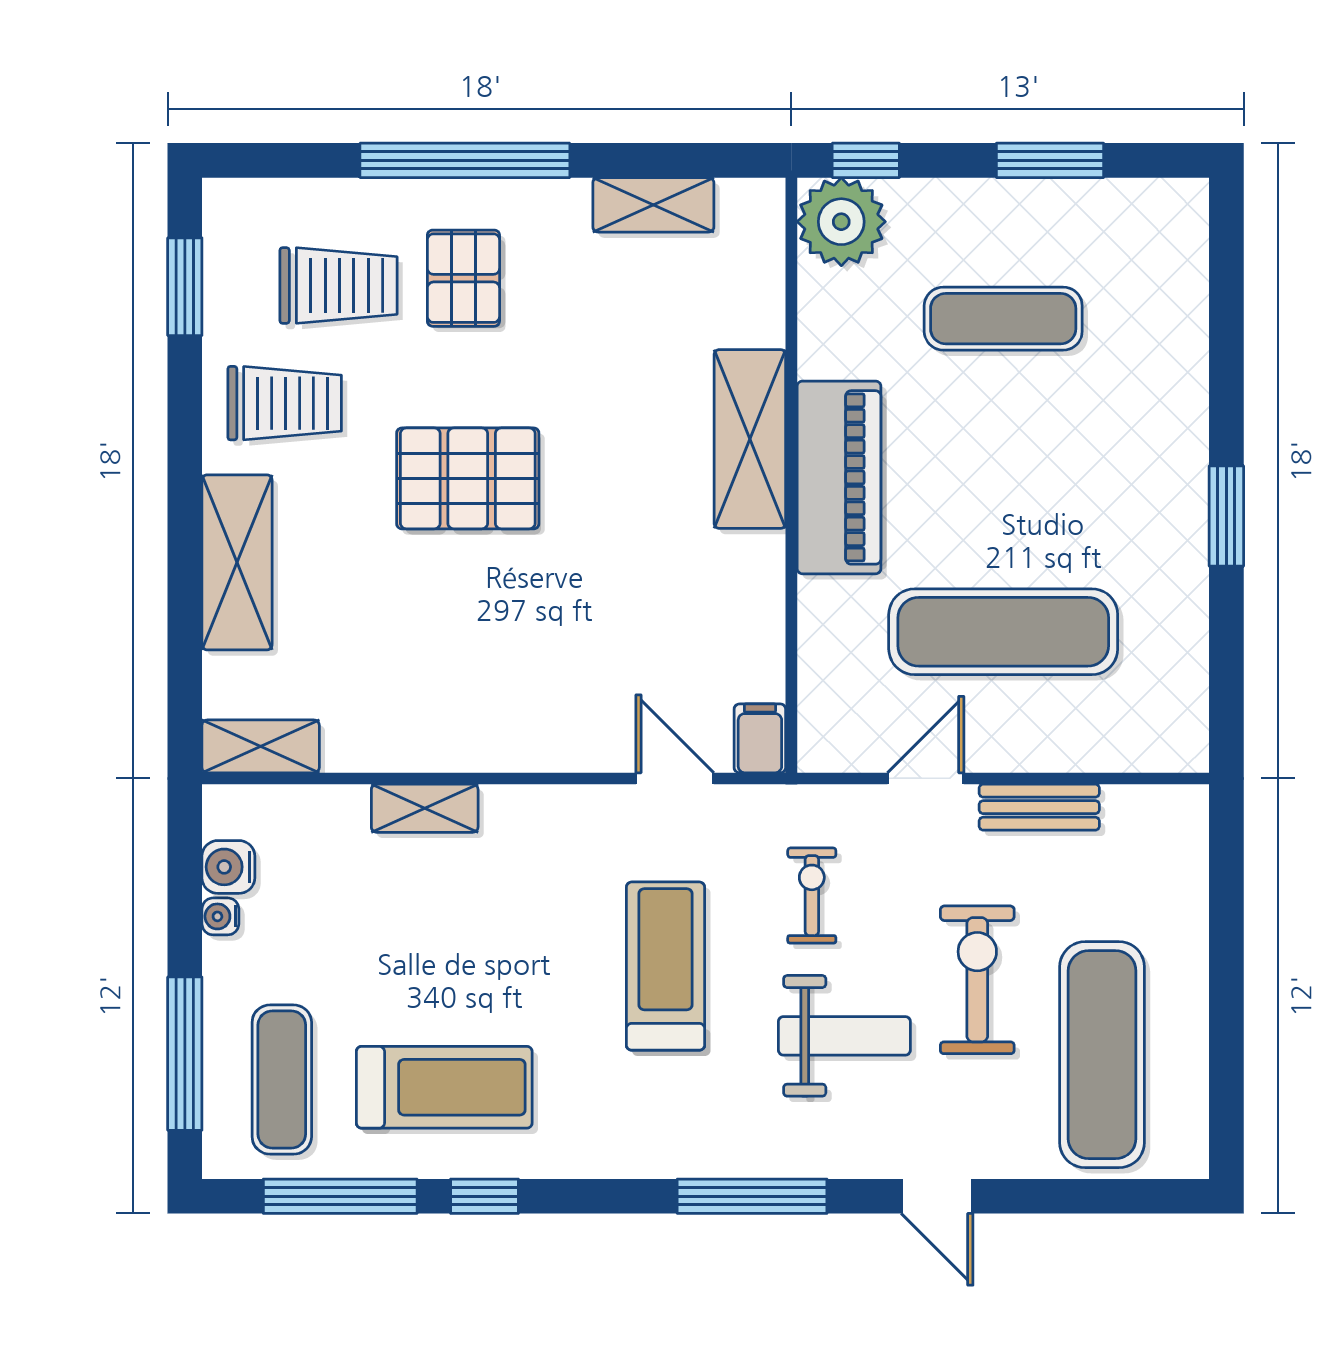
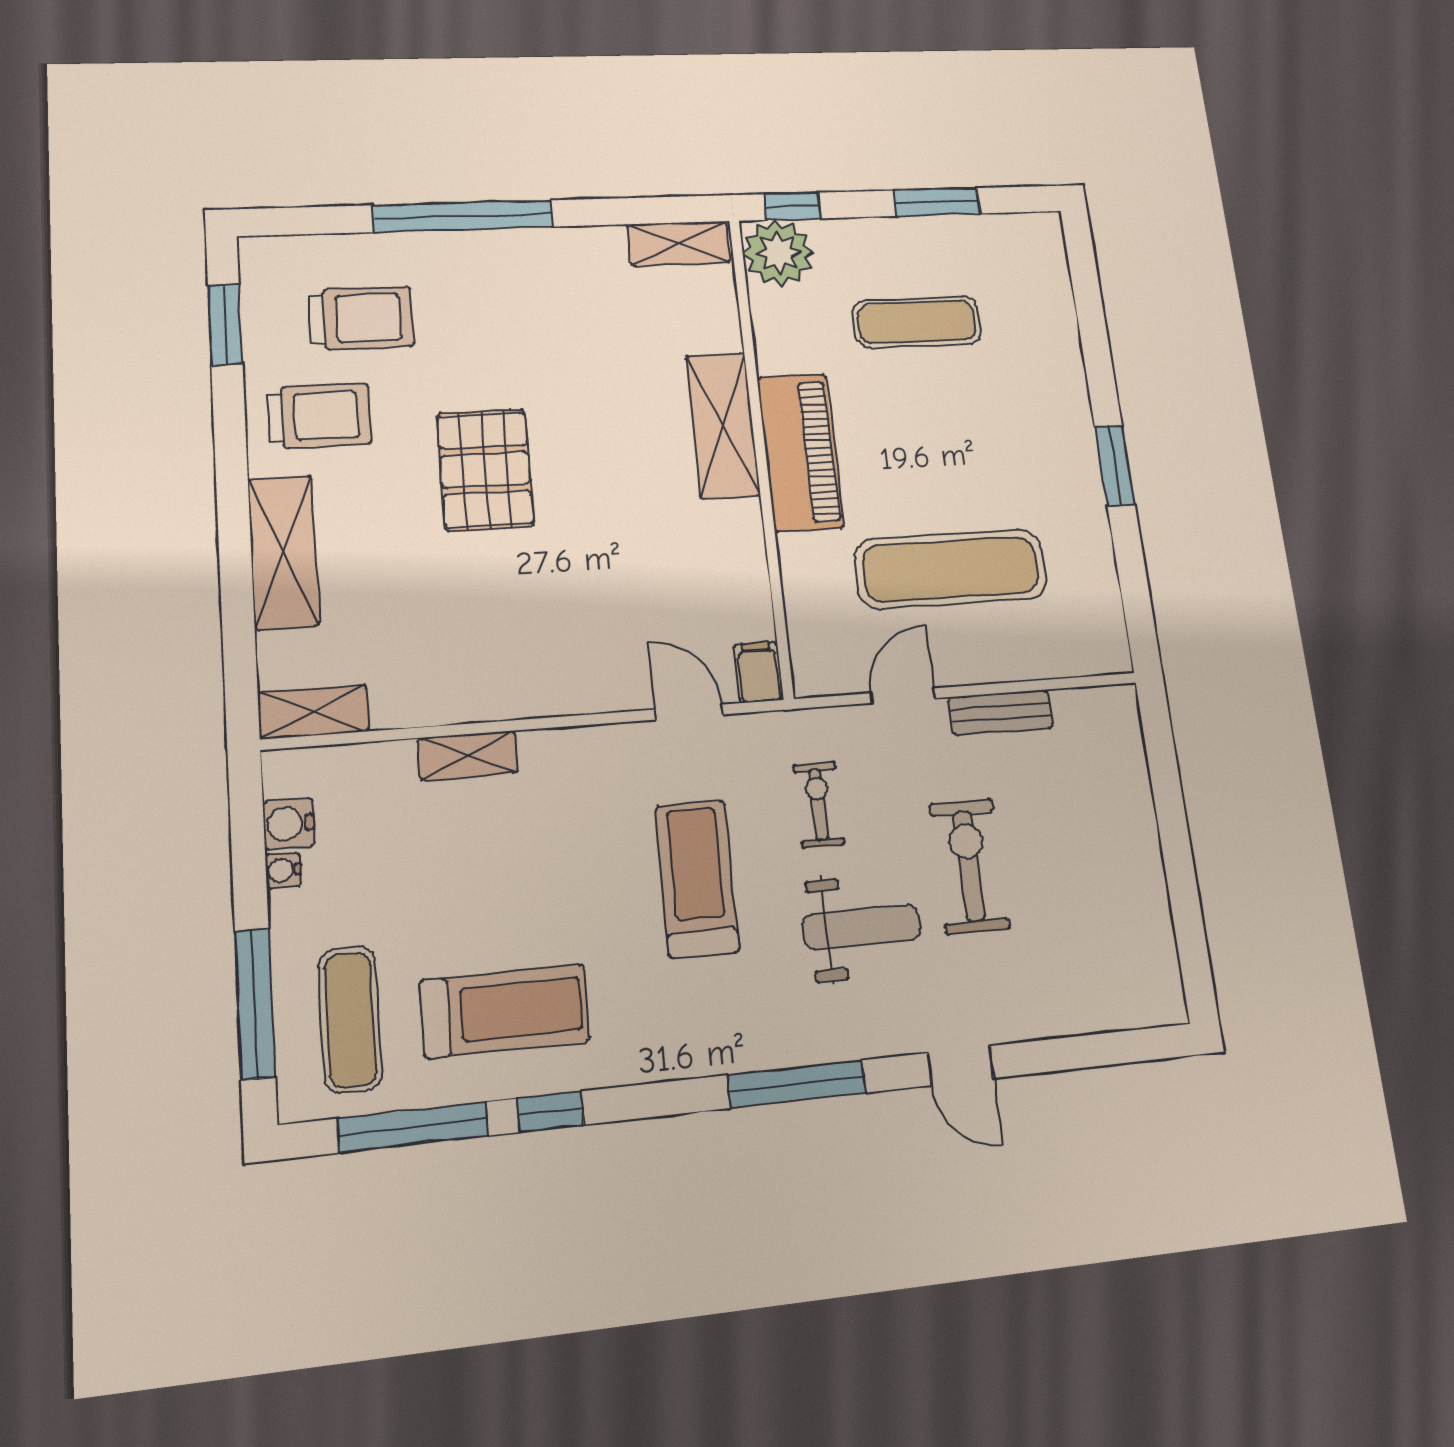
shelving: (653, 205) -> (679, 243), moved
pallet: (463, 278) -> (469, 308), removed
pallet: (468, 478) -> (485, 470), turned 90
exercise mat: (1102, 1055) -> (1084, 922), removed

